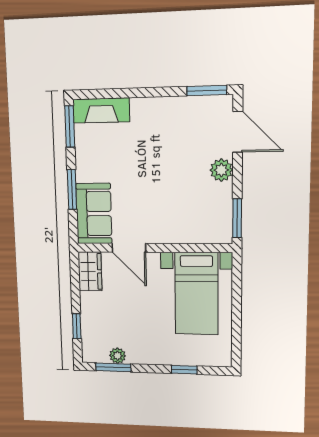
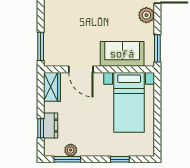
window: (72, 190) -> (41, 46), moved
sofa: (94, 214) -> (122, 54), moved, turned -90
dresser: (90, 323) -> (51, 126), added

